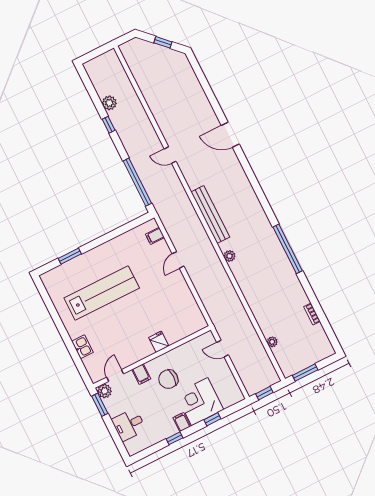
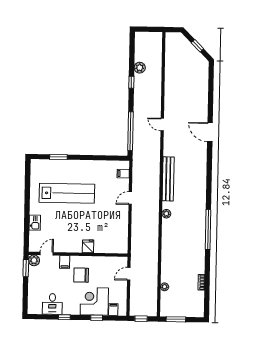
door: (223, 349) -> (129, 274), hinge flipped
filing cabinet: (182, 422) -> (113, 310), moved
desk: (129, 425) -> (52, 304), moved, turned -90

